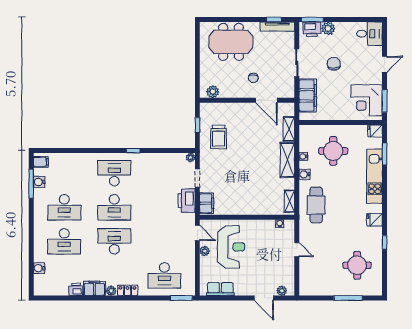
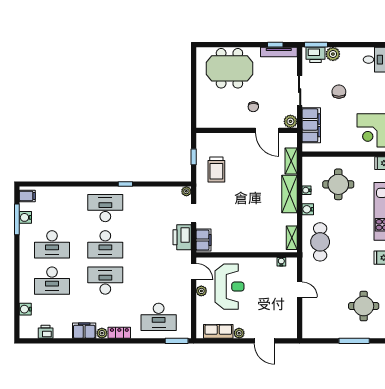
plant: (213, 92) -> (290, 121), moved
printer: (76, 289) -> (46, 332), moved
plant: (282, 291) -> (239, 333), moved

